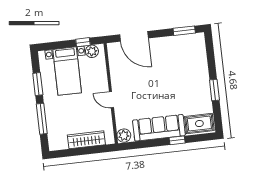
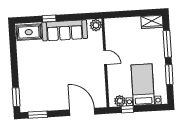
window: (214, 90) -> (16, 97), moved
wardrobe: (86, 140) -> (152, 22), moved, width x0.67

